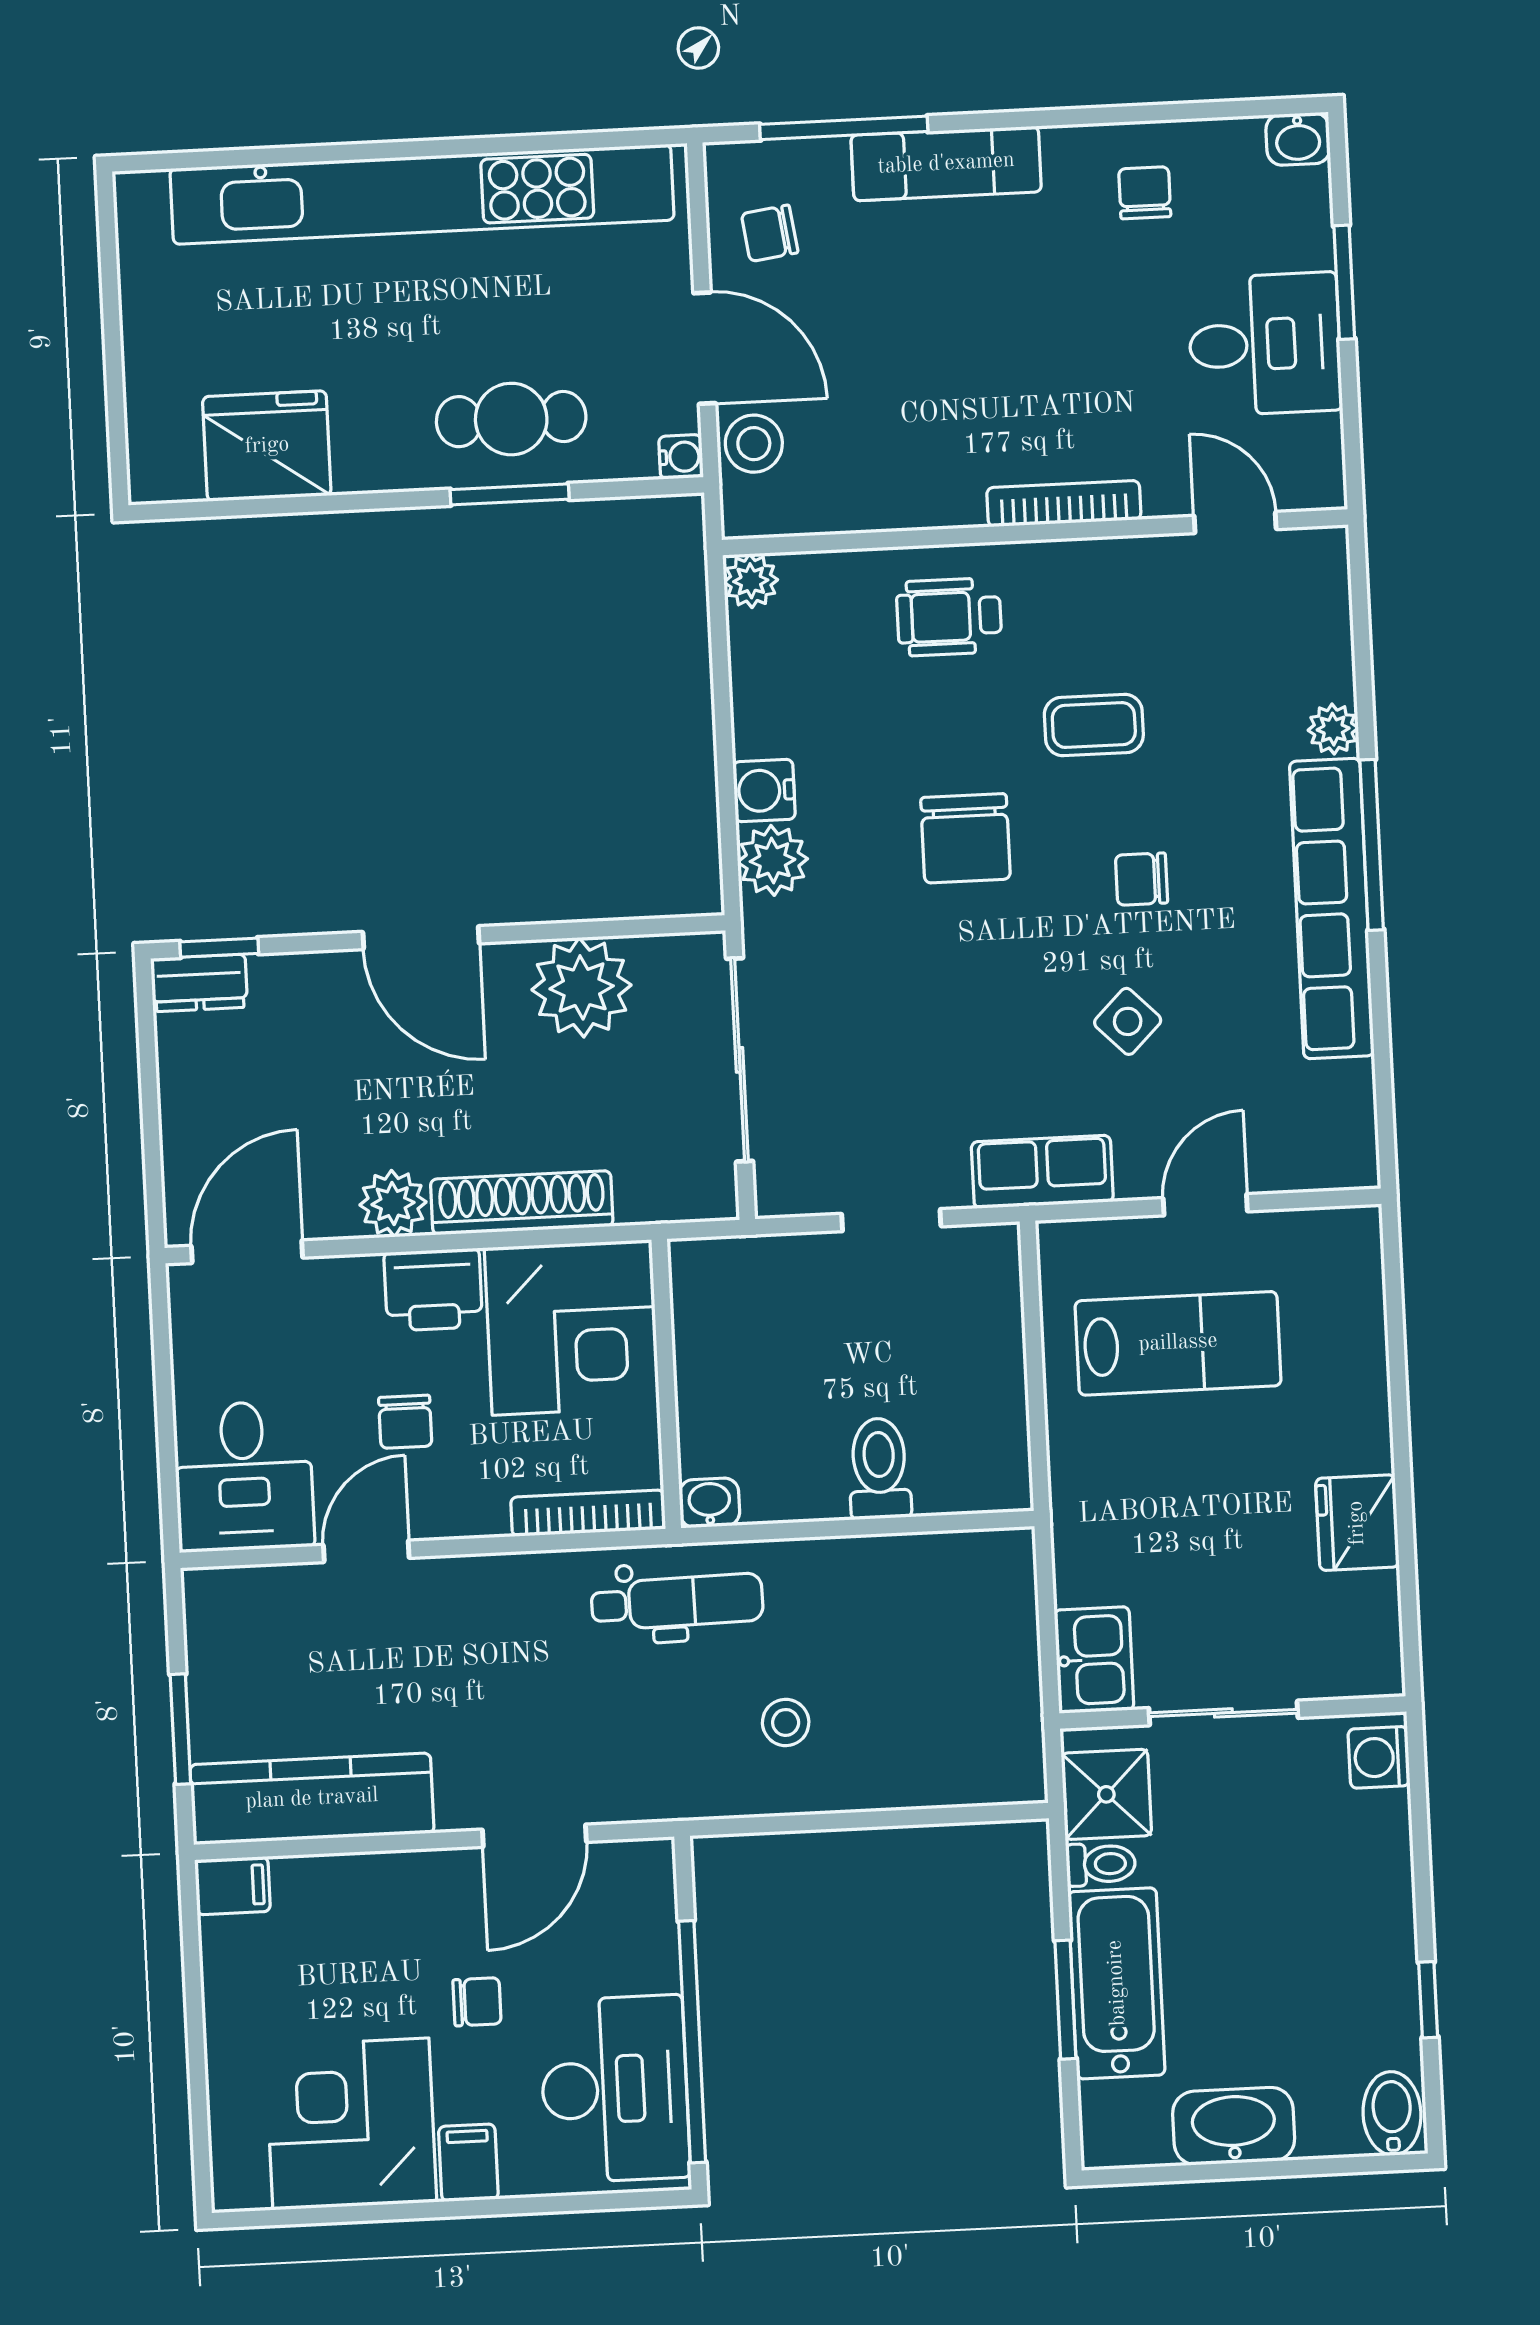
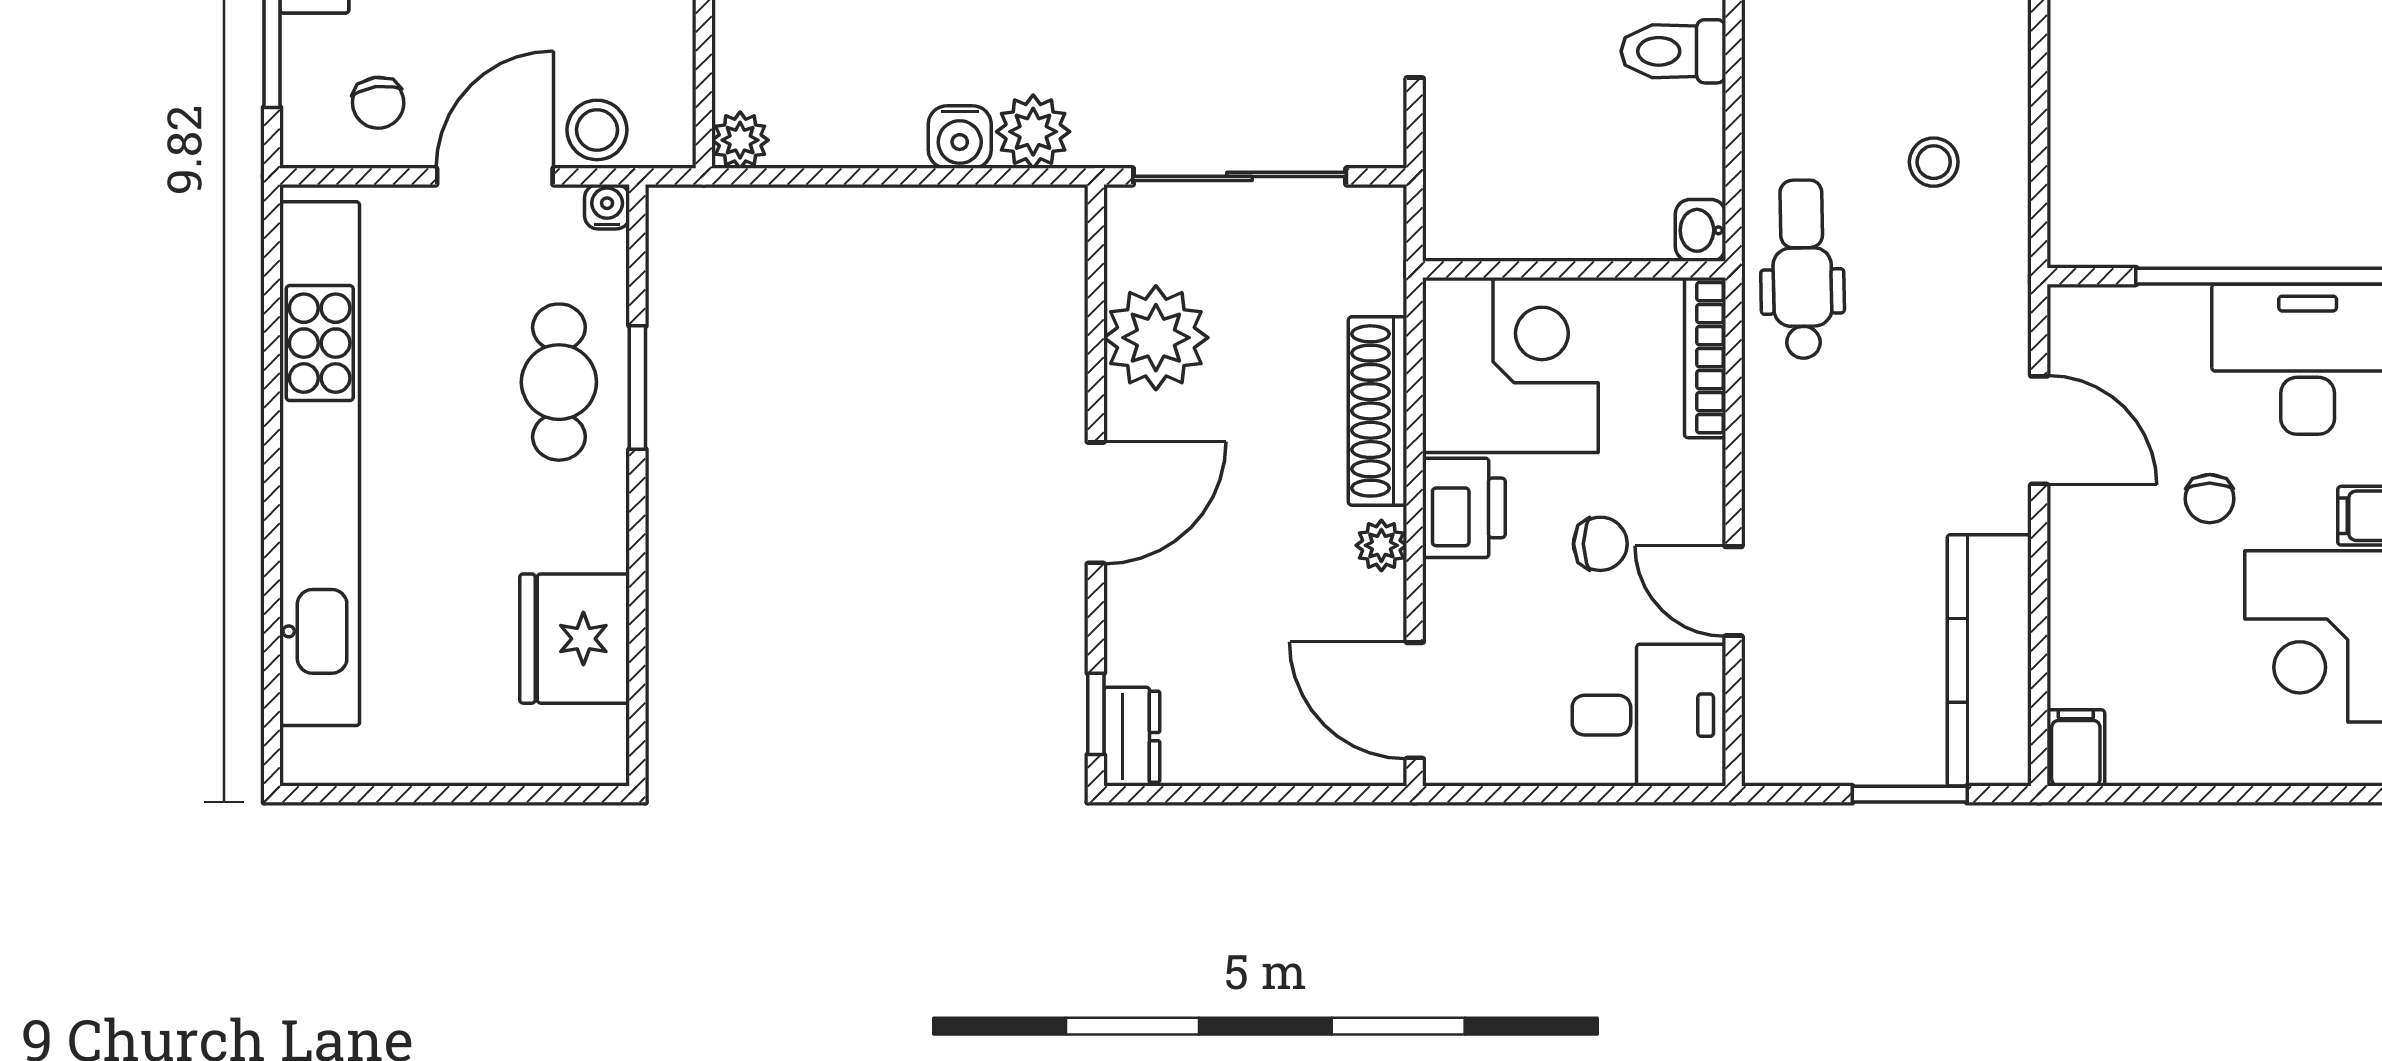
plant: (393, 1203) -> (1381, 545), width x0.73, depth x0.73
chair: (477, 2002) -> (2210, 499), turned 180

